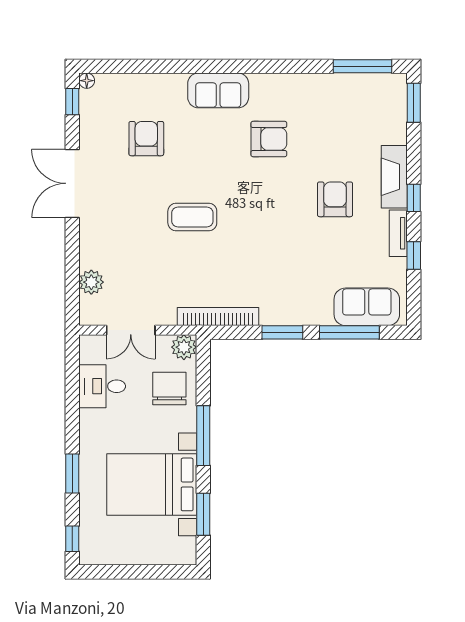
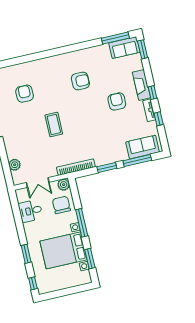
sofa: (218, 90) -> (124, 48), moved
coffee table: (192, 217) -> (54, 124), turned 90

